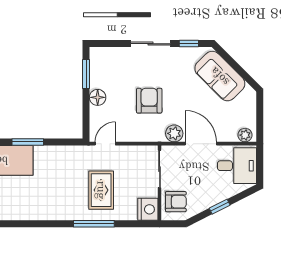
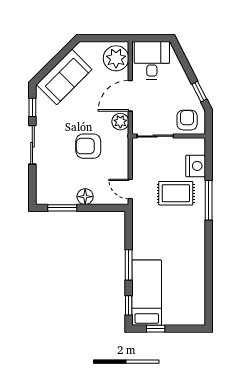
plant: (245, 135) -> (116, 58), width x1.88, depth x1.88
window: (220, 207) -> (199, 92), moved
nightstand: (148, 209) -> (196, 166), moved, turned 90

